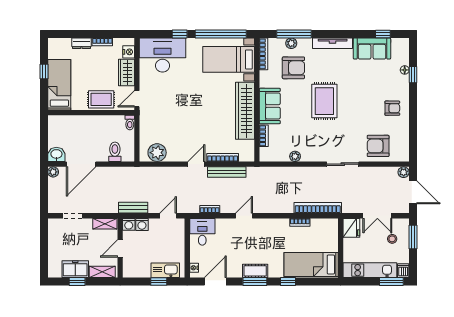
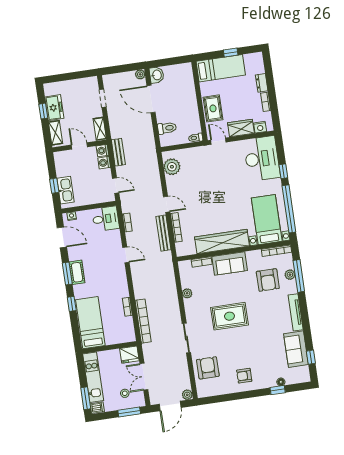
rug: (324, 101) -> (229, 316), moved
armchair: (392, 108) -> (244, 376), turned 90

